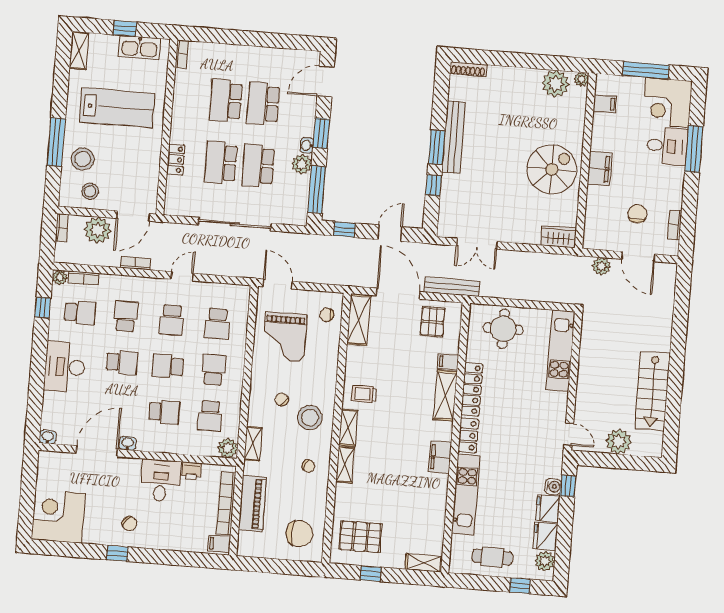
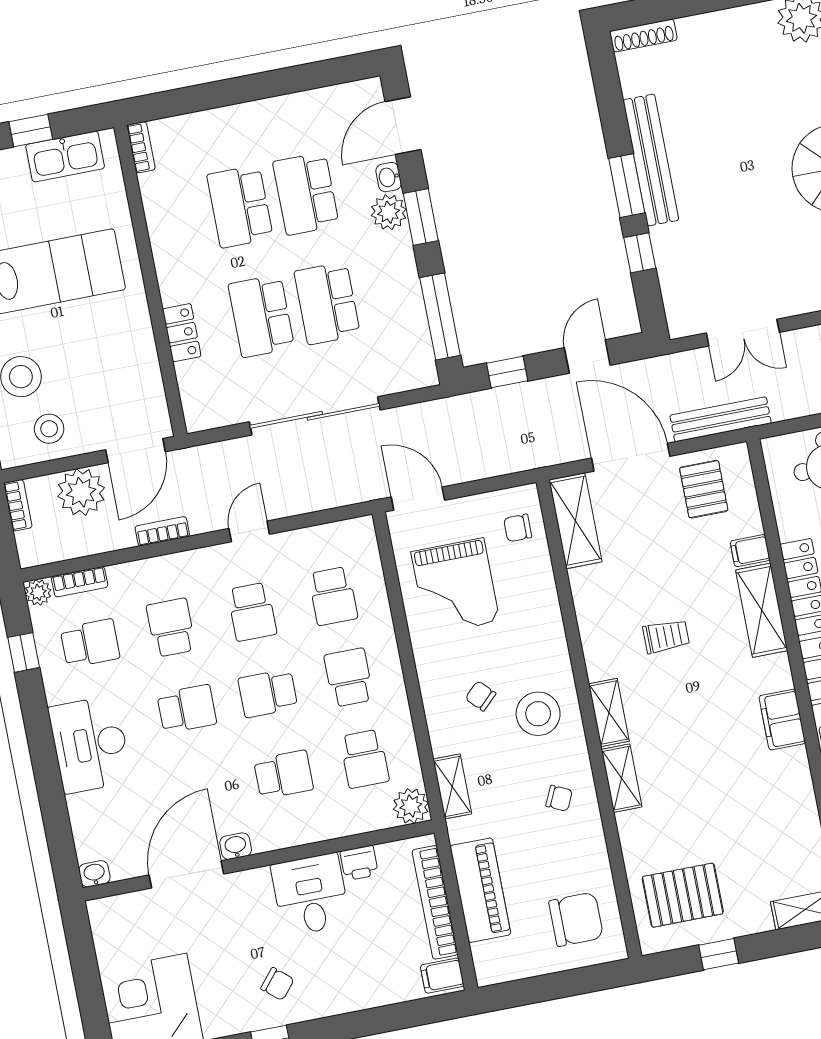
washbasin: (307, 145) -> (389, 177), moved
plant: (302, 164) -> (389, 212), moved
trolley: (364, 394) -> (666, 636), moved, turned 180

